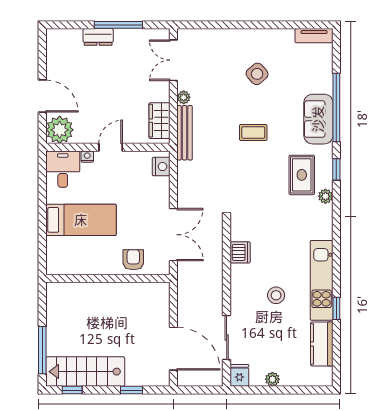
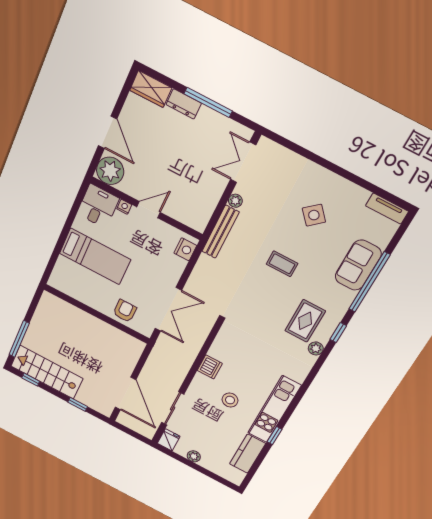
sofa: (318, 119) -> (358, 265), moved
wardrobe: (159, 121) -> (151, 89), moved, turned -90
dishwasher: (240, 252) -> (210, 367), moved

